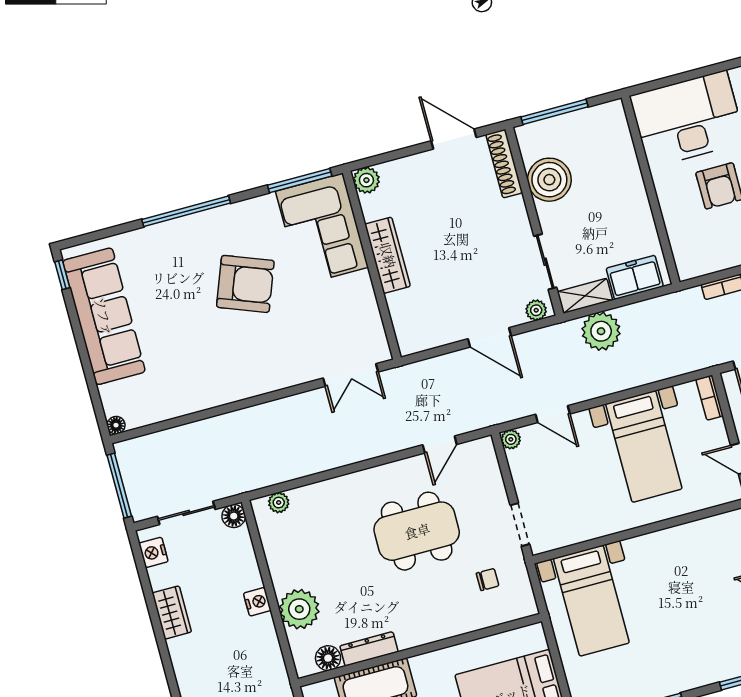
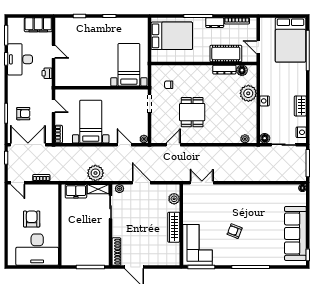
plant: (366, 180) -> (174, 199), moved
boiler: (549, 180) -> (100, 240), removed
armchair: (245, 284) -> (235, 231), width x0.53, depth x0.53
dining table: (417, 531) -> (192, 112), width x0.73

